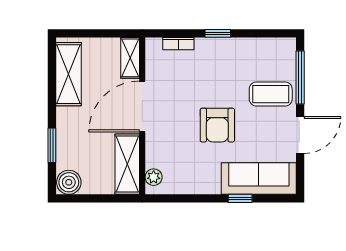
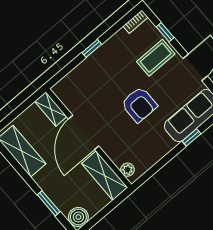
bookcase: (178, 44) -> (136, 22), moved
window: (300, 78) -> (165, 32), width x0.46

